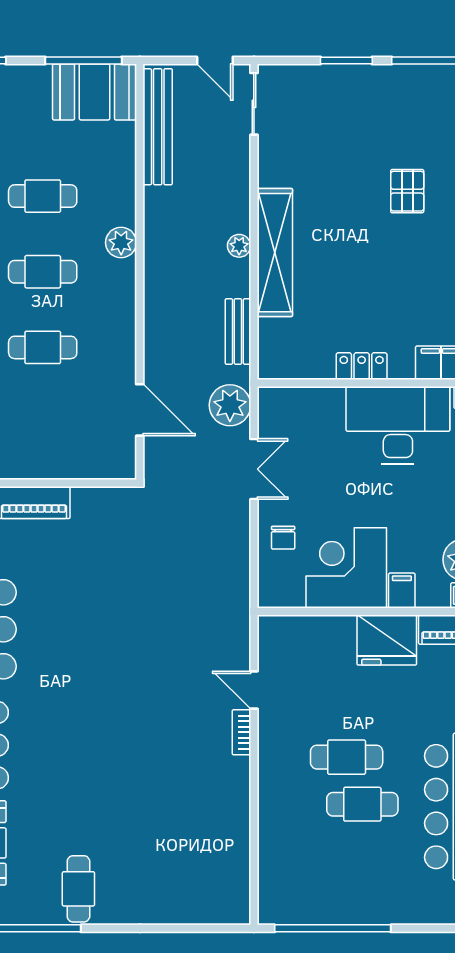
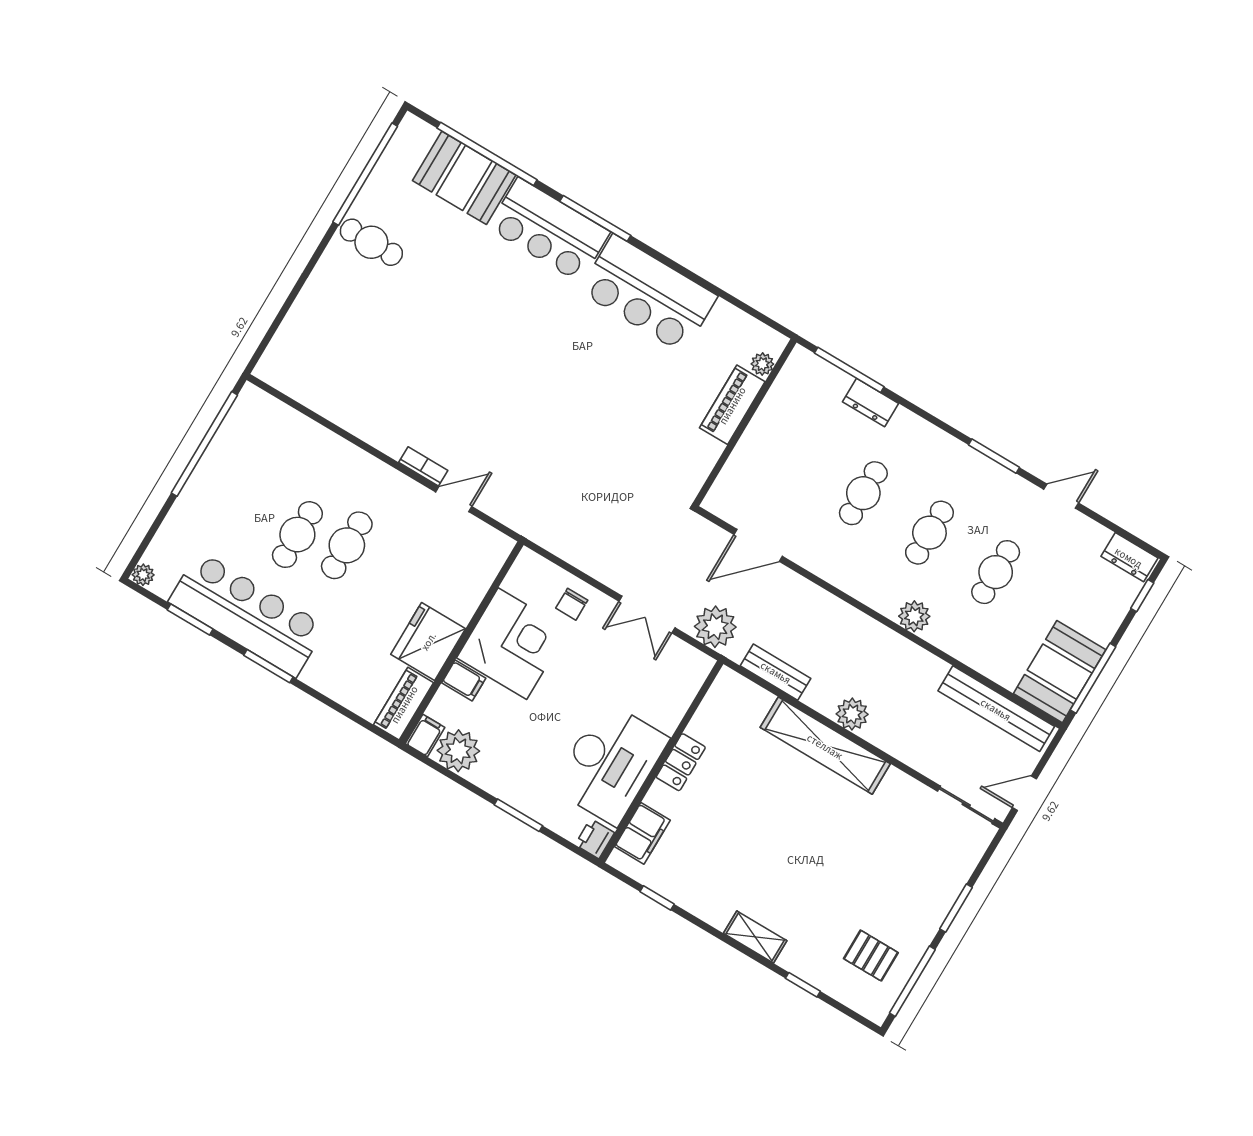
pallet: (407, 191) -> (871, 956), moved
plant: (239, 246) -> (852, 714), width x1.38, depth x1.38
chair: (283, 538) -> (572, 604), turned -90

